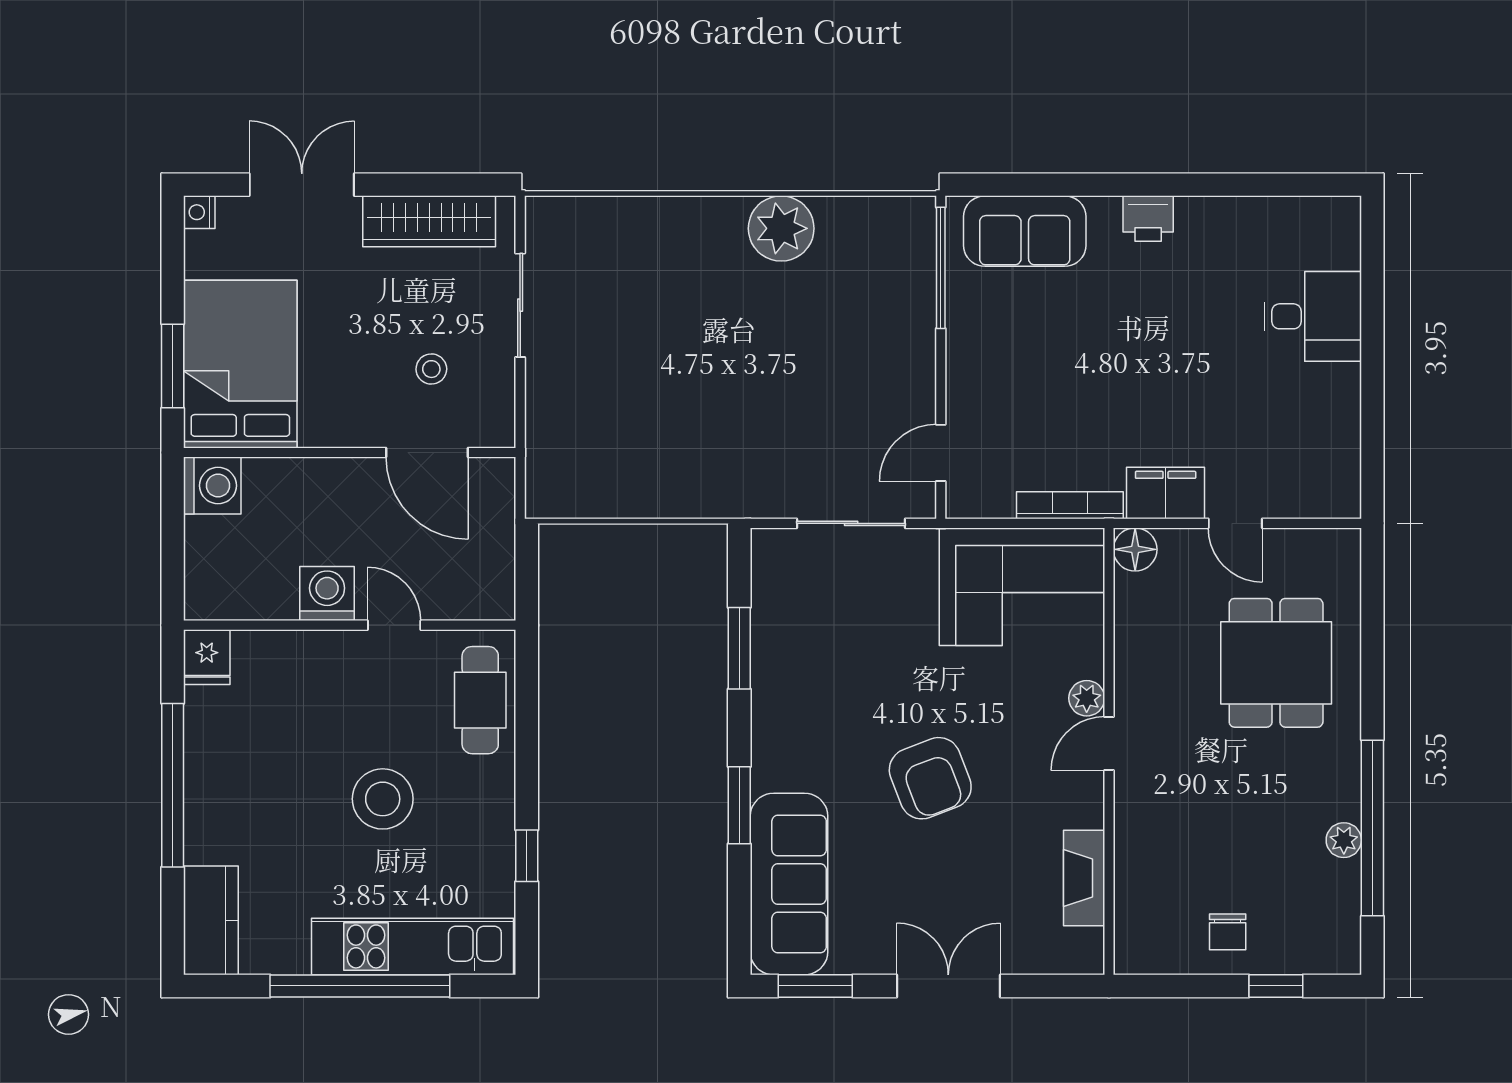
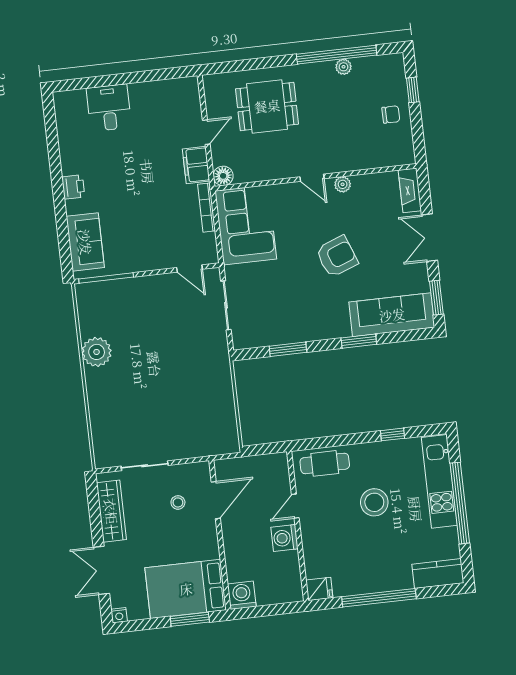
plant: (1087, 698) -> (343, 184), moved
fireplace: (1084, 878) -> (410, 190), moved, turned 90

